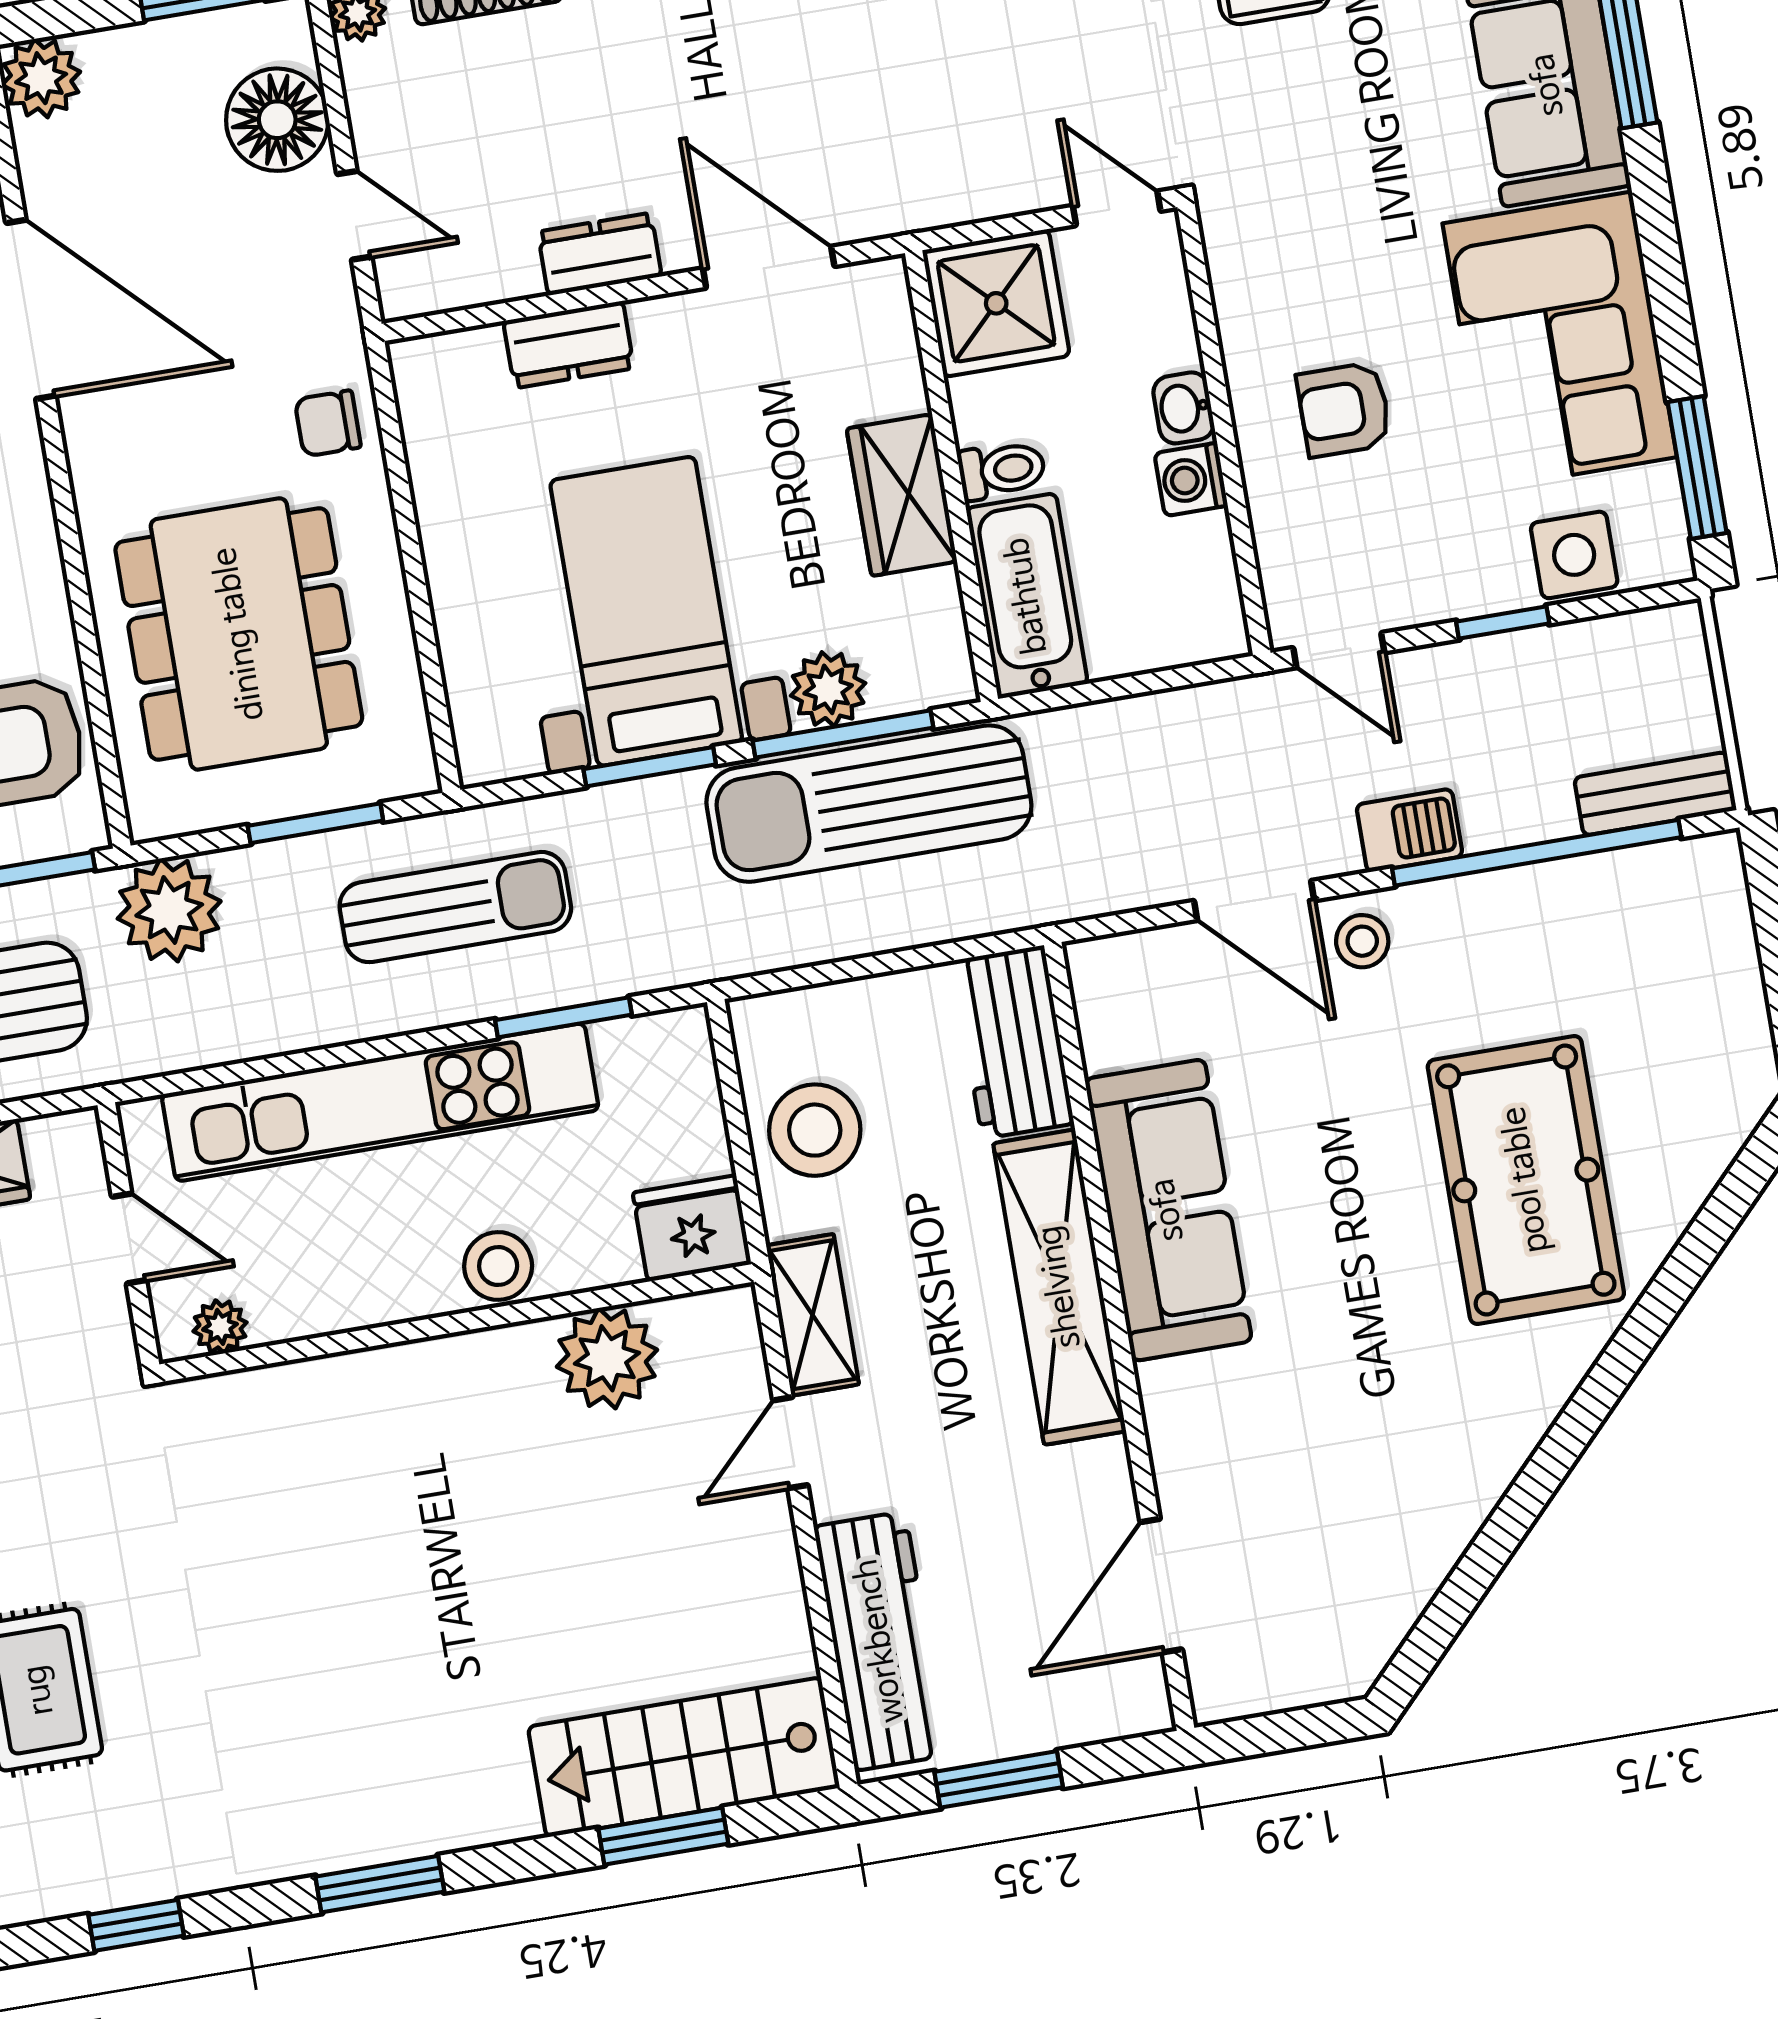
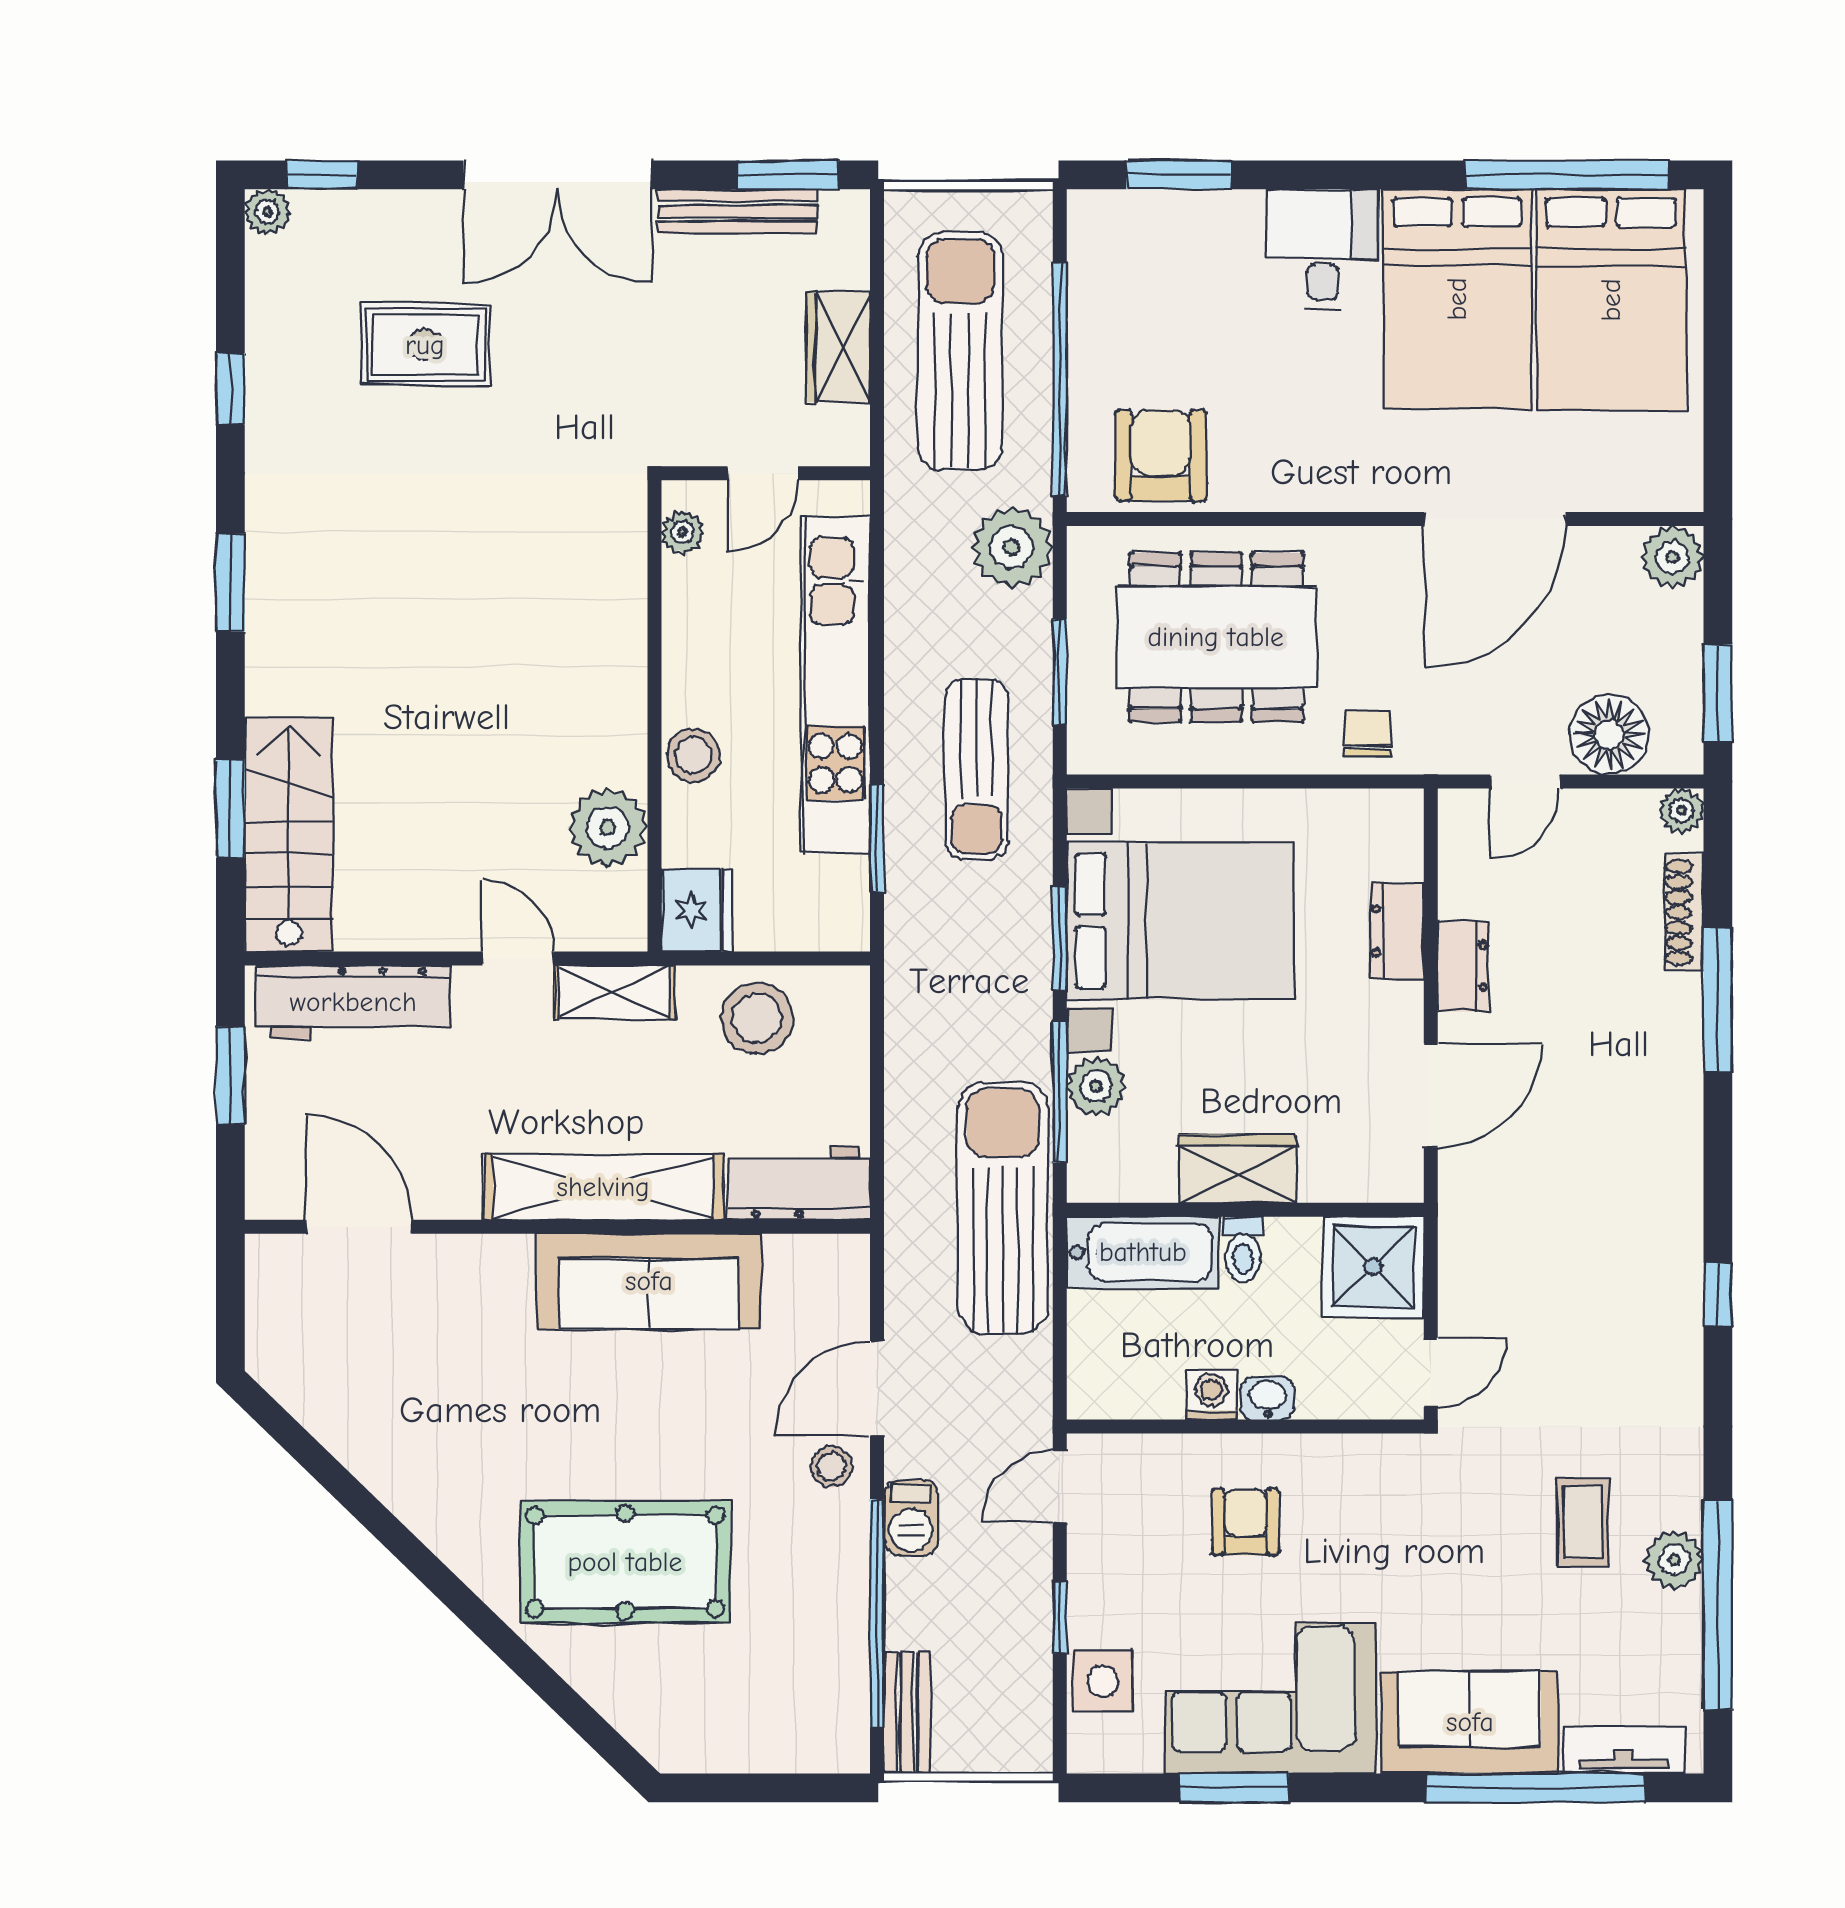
window: (1697, 468) -> (1234, 1788), moved
bed with nightstands: (646, 611) -> (1181, 921), width x1.36
sun lounger: (869, 804) -> (1003, 1207), moved

